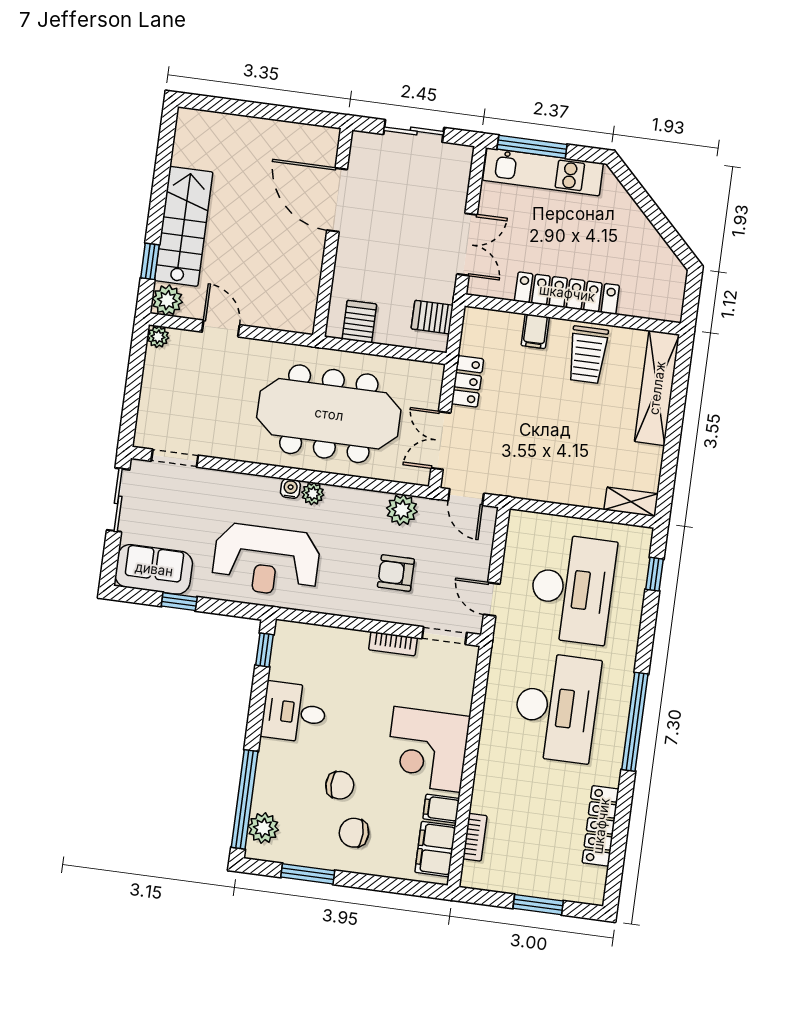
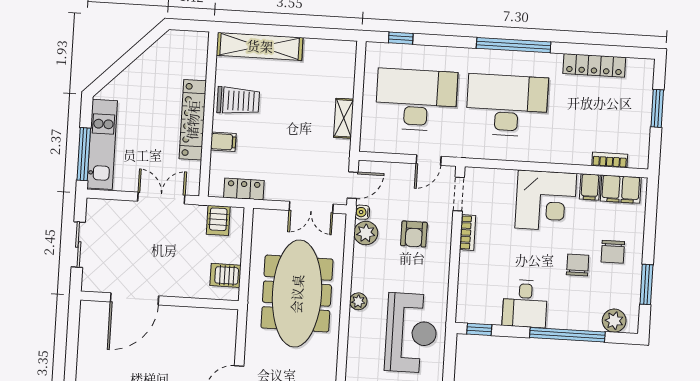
locker: (467, 381) -> (244, 189), moved
water cooler: (290, 489) -> (362, 212), moved
shelving: (631, 502) -> (344, 118), moved
window: (245, 799) -> (567, 335), moved

